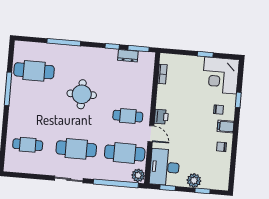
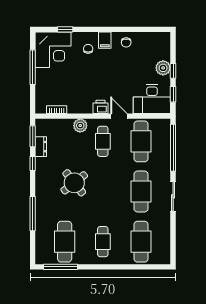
window: (205, 54) -> (33, 67), width x2.17
window: (8, 89) -> (60, 267), moved
round table: (82, 94) -> (74, 183), moved, turned -38
window: (238, 100) -> (65, 29), moved
cafe table: (31, 108) -> (103, 242), added
door: (151, 134) -> (119, 116), hinge flipped
cafe table: (28, 145) -> (141, 242), width x1.37, depth x1.35
plant: (138, 175) -> (80, 126), moved
window: (203, 191) -> (173, 71), moved

